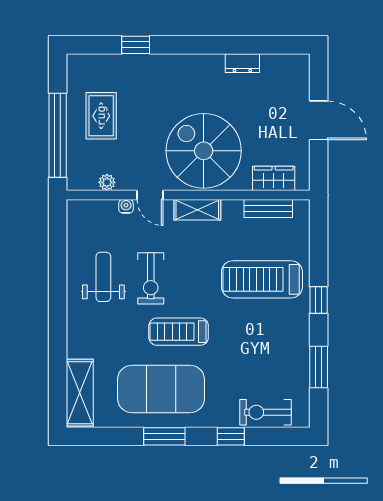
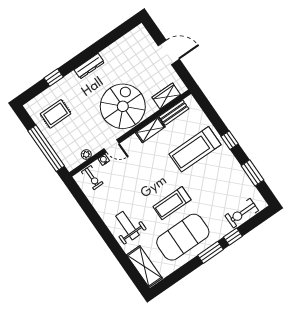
dresser: (242, 63) -> (89, 66), moved, width x1.44
rug: (101, 116) -> (56, 114), moved, turned 90
spiral stairs: (204, 151) -> (123, 106), turned 90
shelving: (197, 210) -> (150, 130), moved
weight bench: (103, 277) -> (128, 226), moved
exercise bike: (151, 278) -> (92, 178), moved, width x0.73, depth x0.72
window: (164, 436) -> (210, 252), moved

